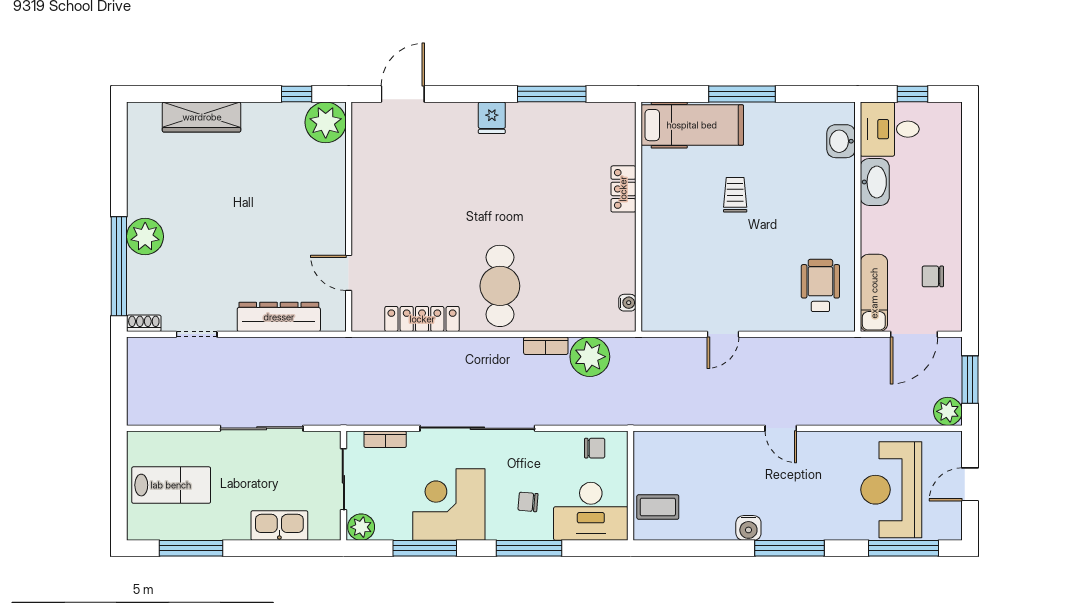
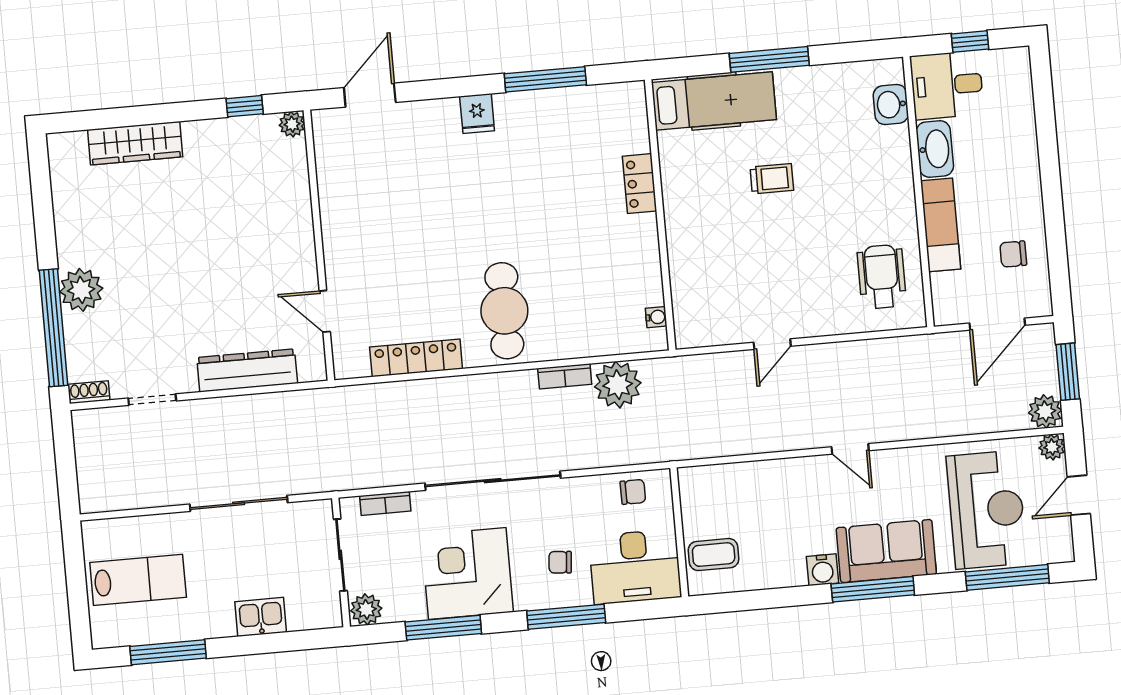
plant: (326, 122) -> (292, 124), width x0.53, depth x0.53
trolley: (735, 195) -> (772, 179), turned 90
exam couch: (874, 293) -> (941, 225), moved
plant: (951, 442) -> (1052, 447), added
reception desk: (891, 490) -> (987, 510), turned 180
sofa: (804, 517) -> (886, 551), added
kitchen sink: (279, 526) -> (261, 617), width x0.73

